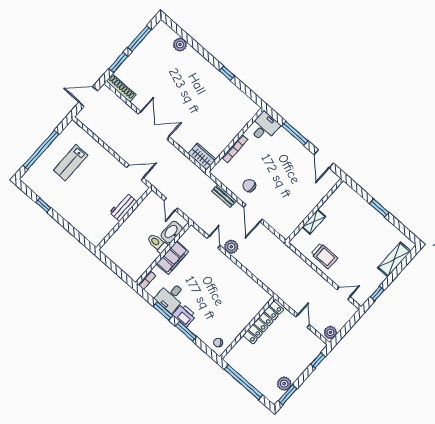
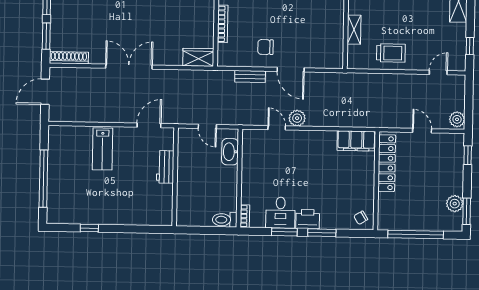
lab bench: (71, 163) -> (102, 149), moved
toilet: (157, 243) -> (225, 220), moved
filing cabinet: (172, 258) -> (356, 141), moved, turned 90

